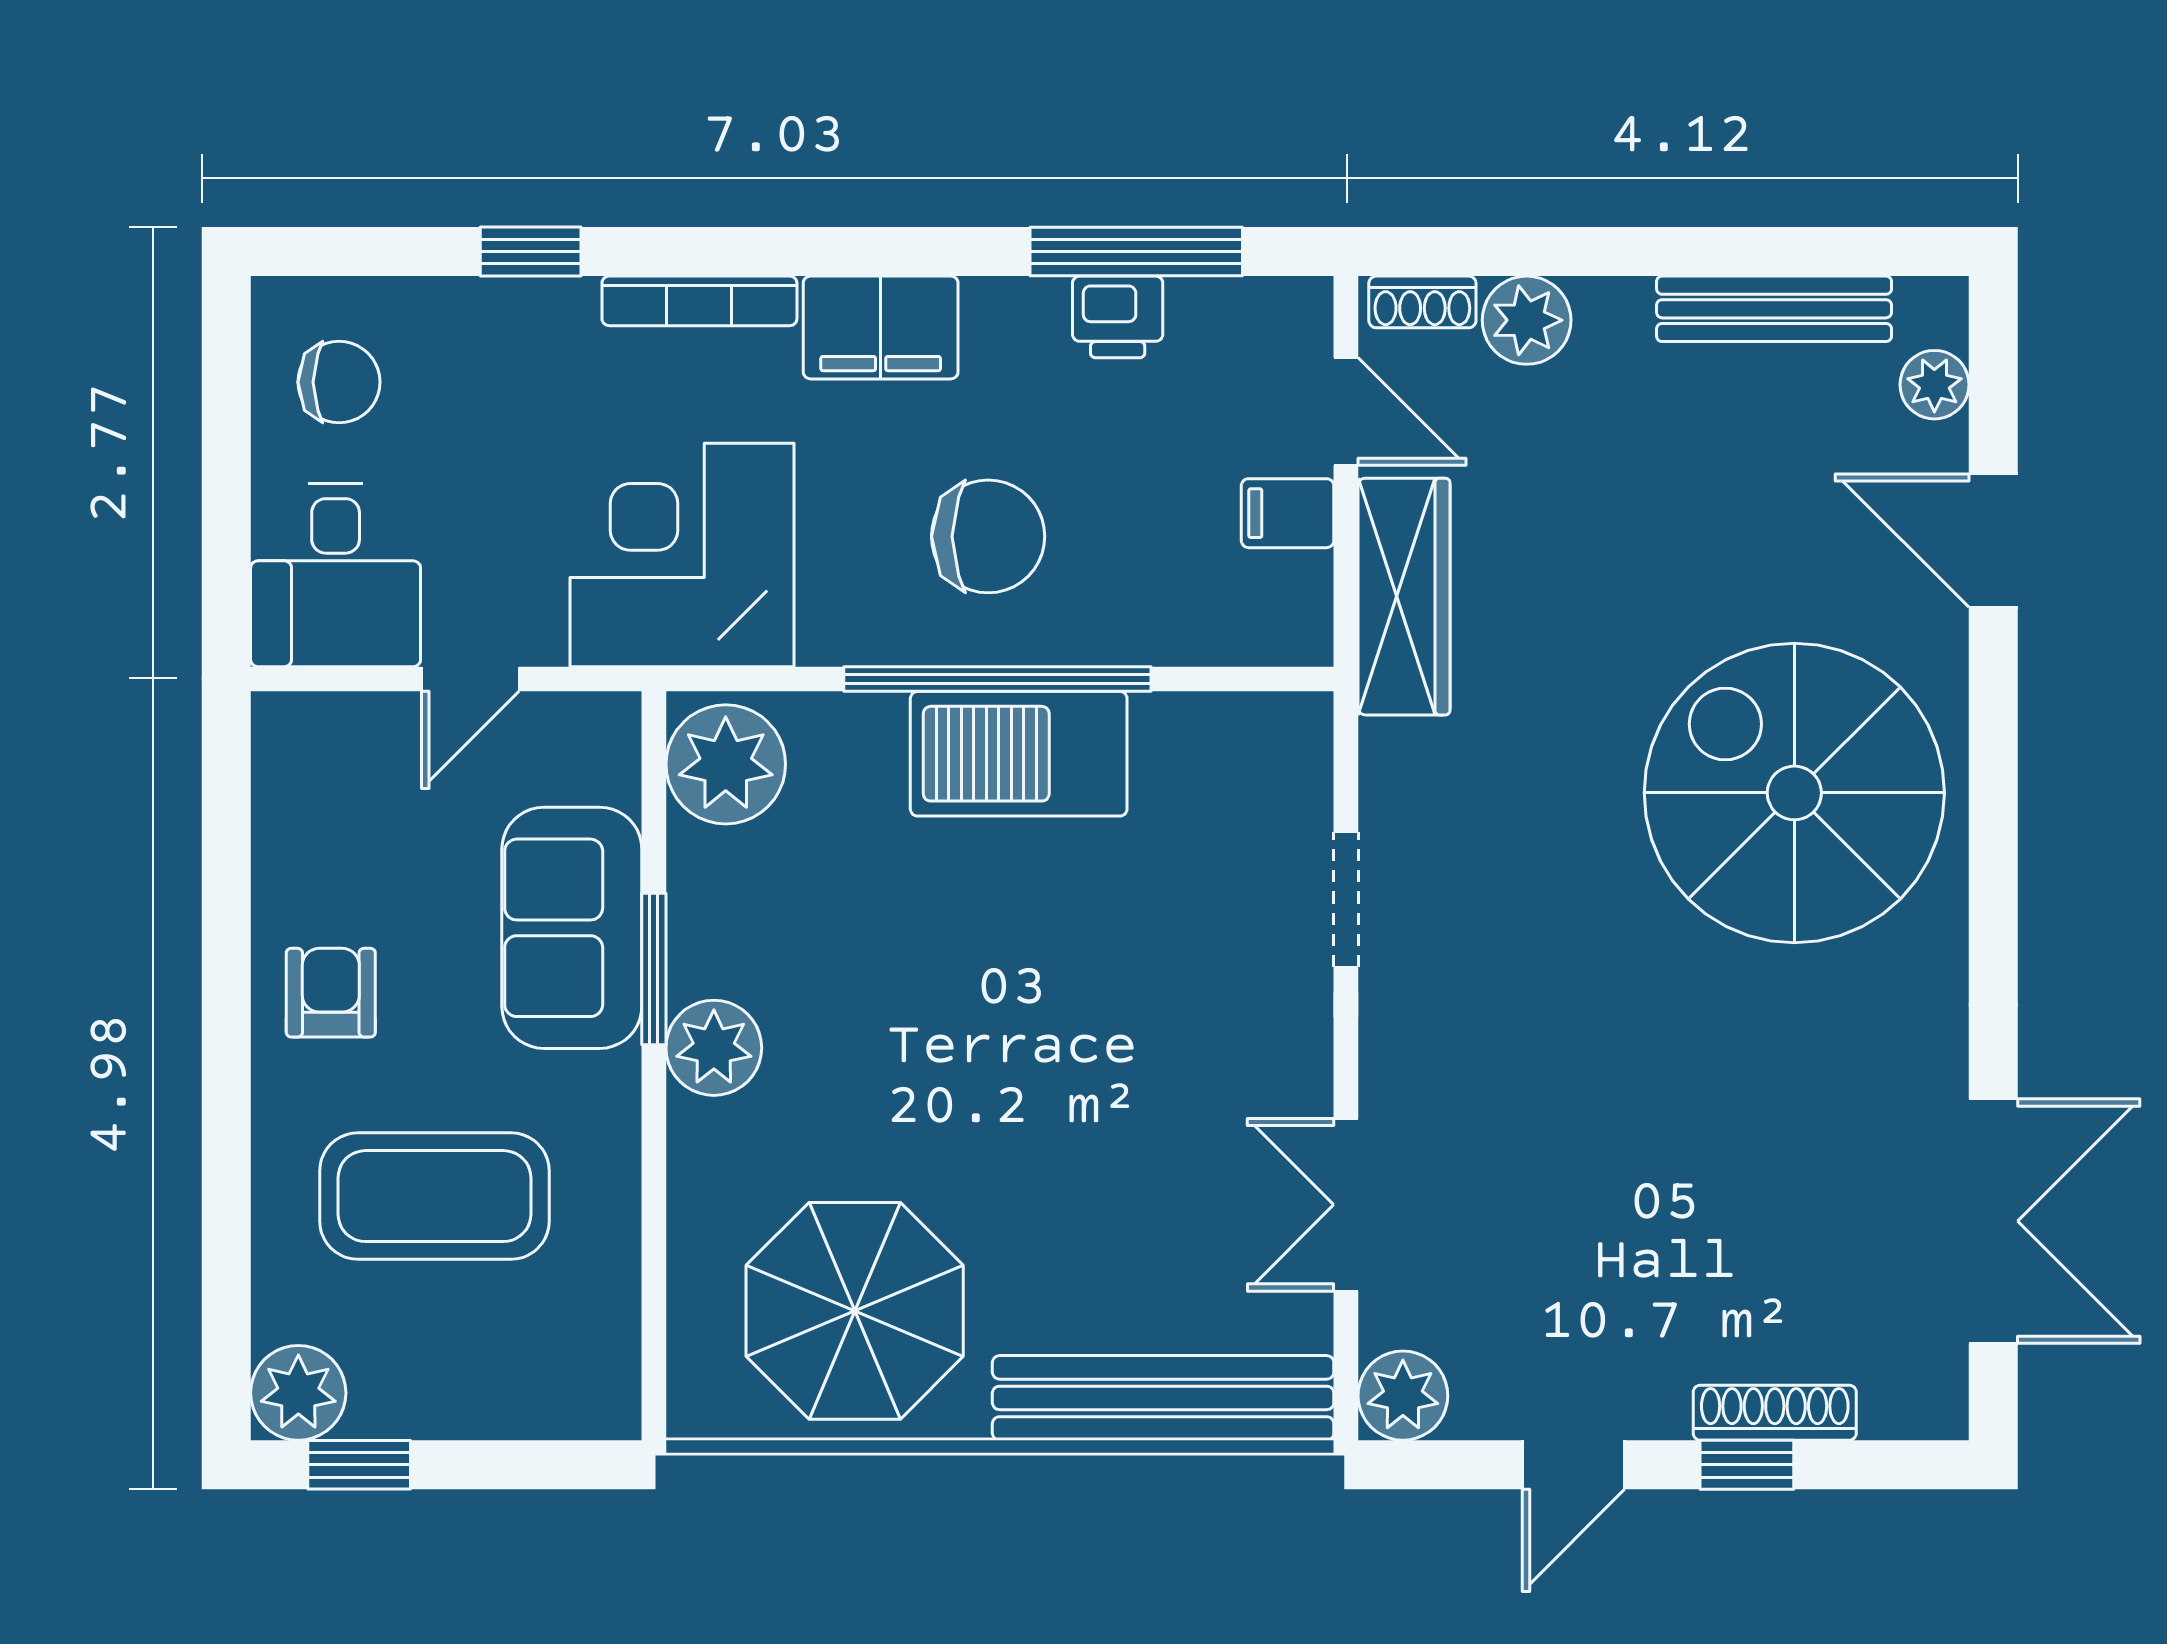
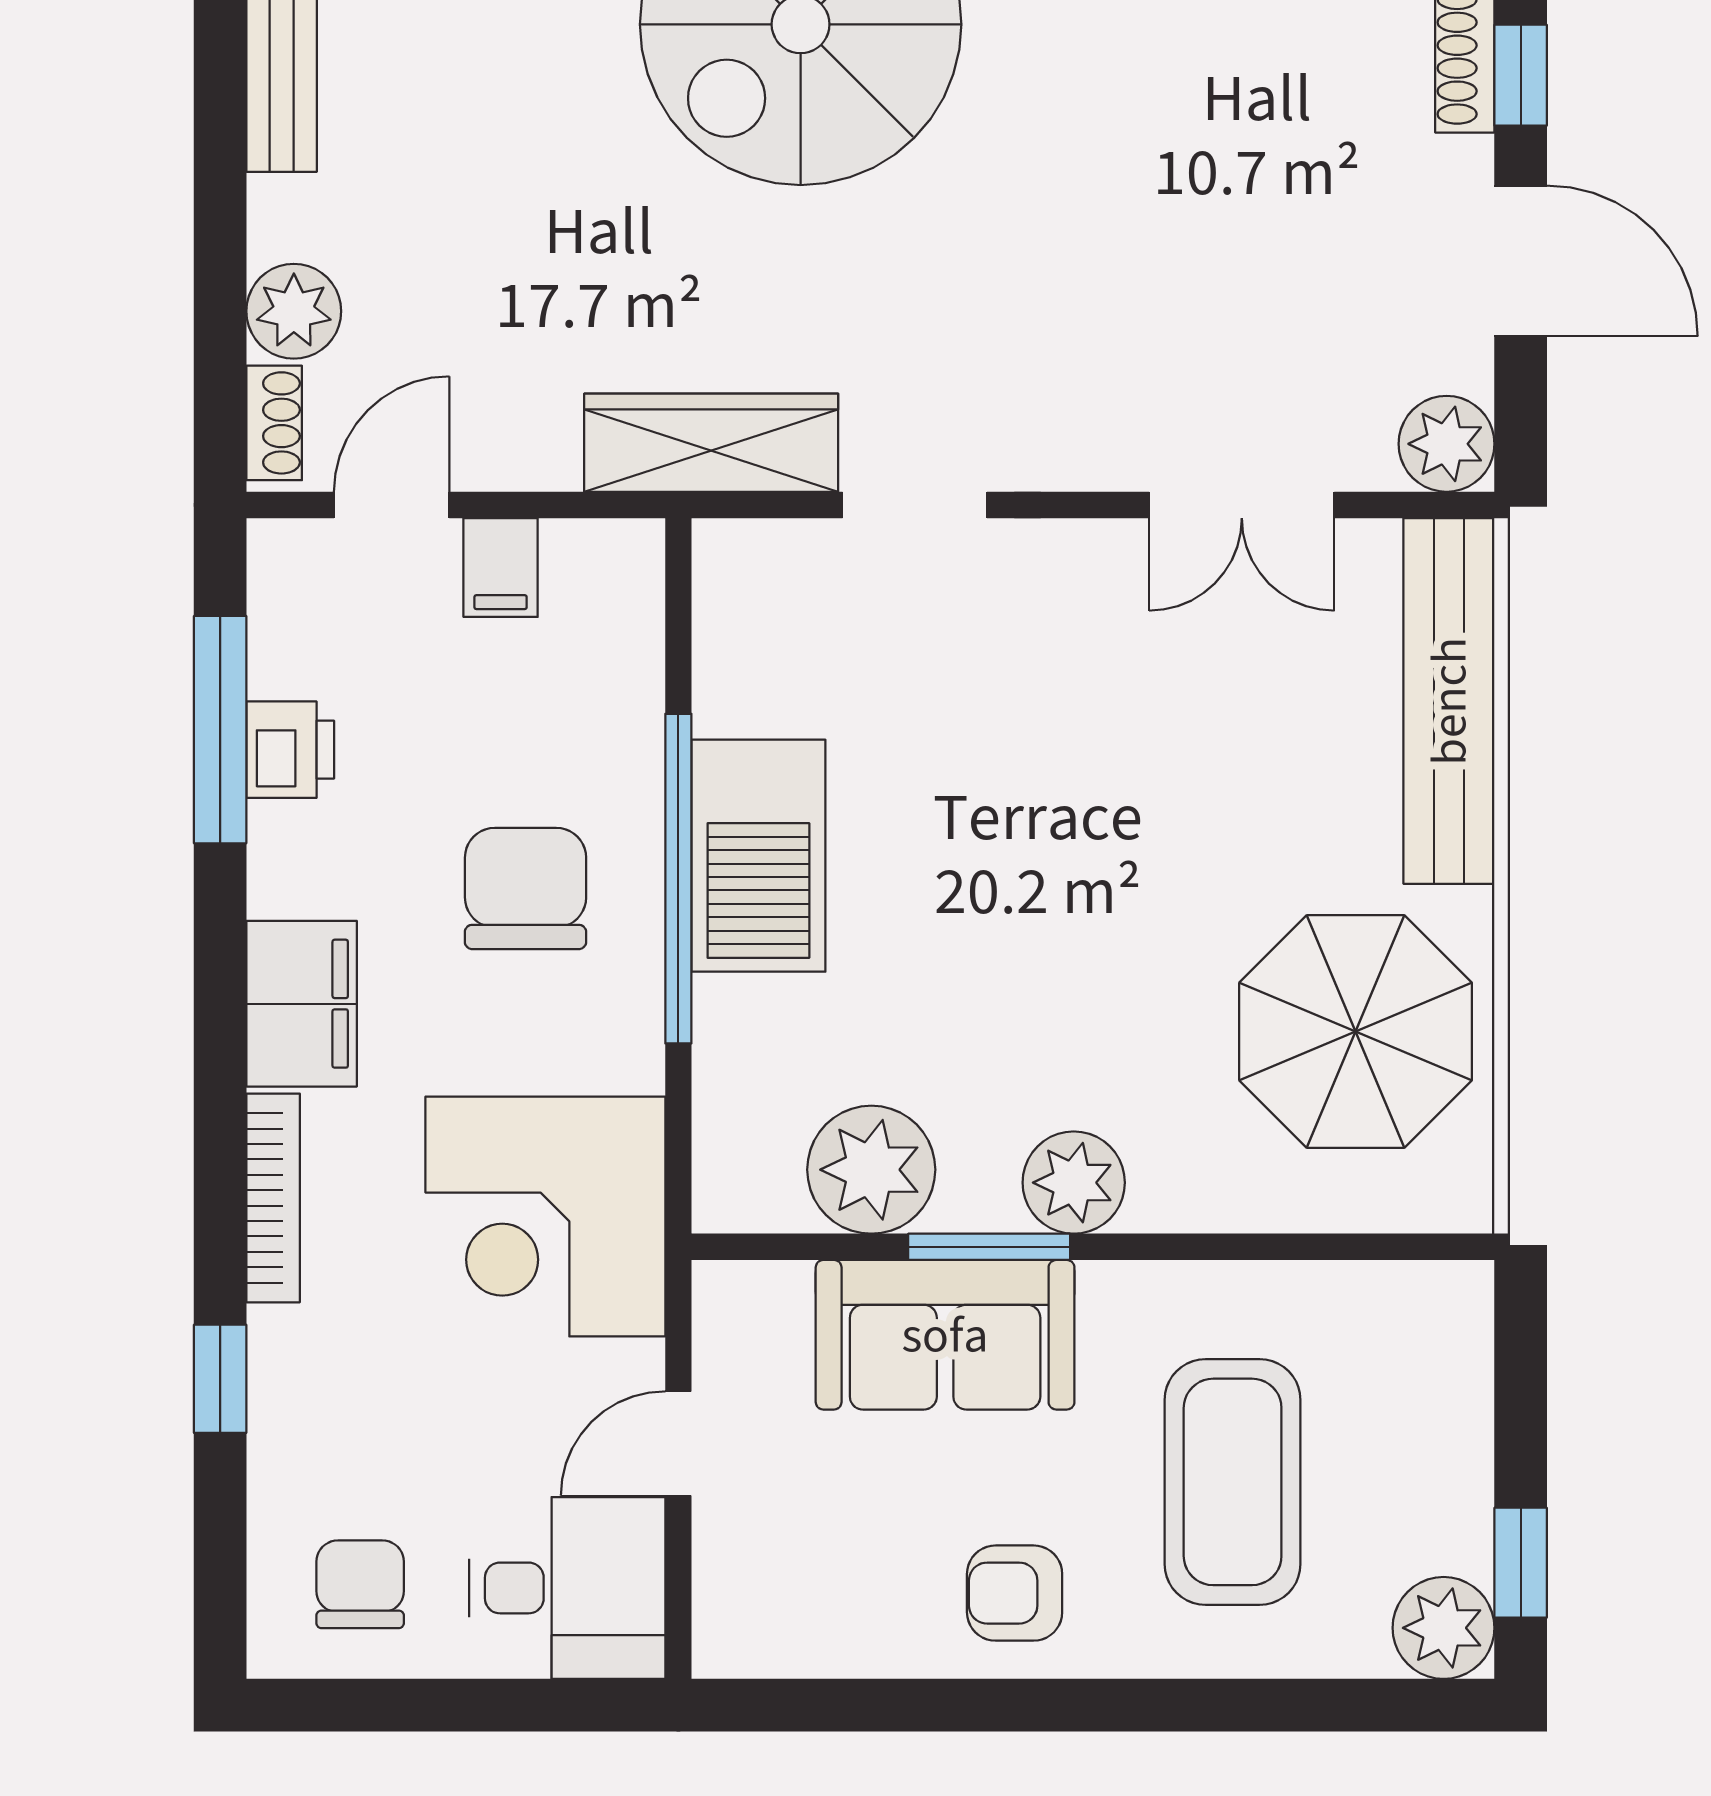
wardrobe: (1404, 597) -> (711, 443), moved
door: (470, 679) -> (678, 1443), swing flipped
plant: (726, 764) -> (871, 1170), moved
door: (1573, 1465) -> (1521, 261), width x1.38

